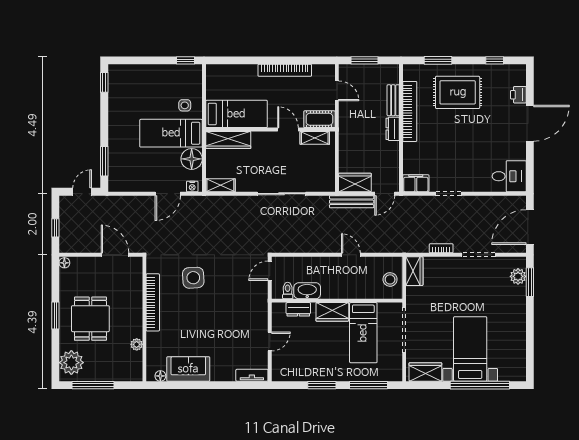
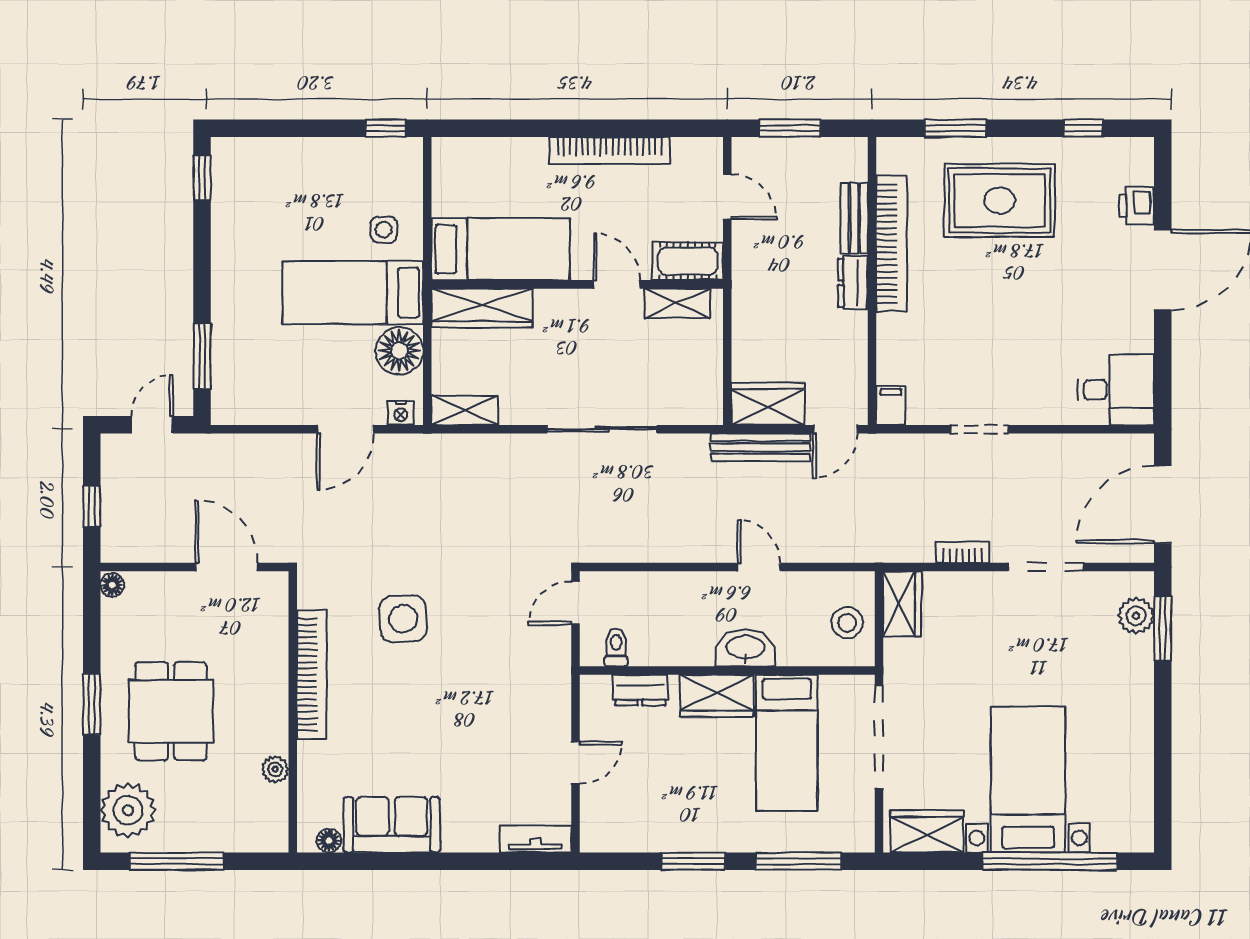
filing cabinet: (416, 183) -> (891, 406), width x0.50
washbasin: (307, 291) -> (745, 648), moved

